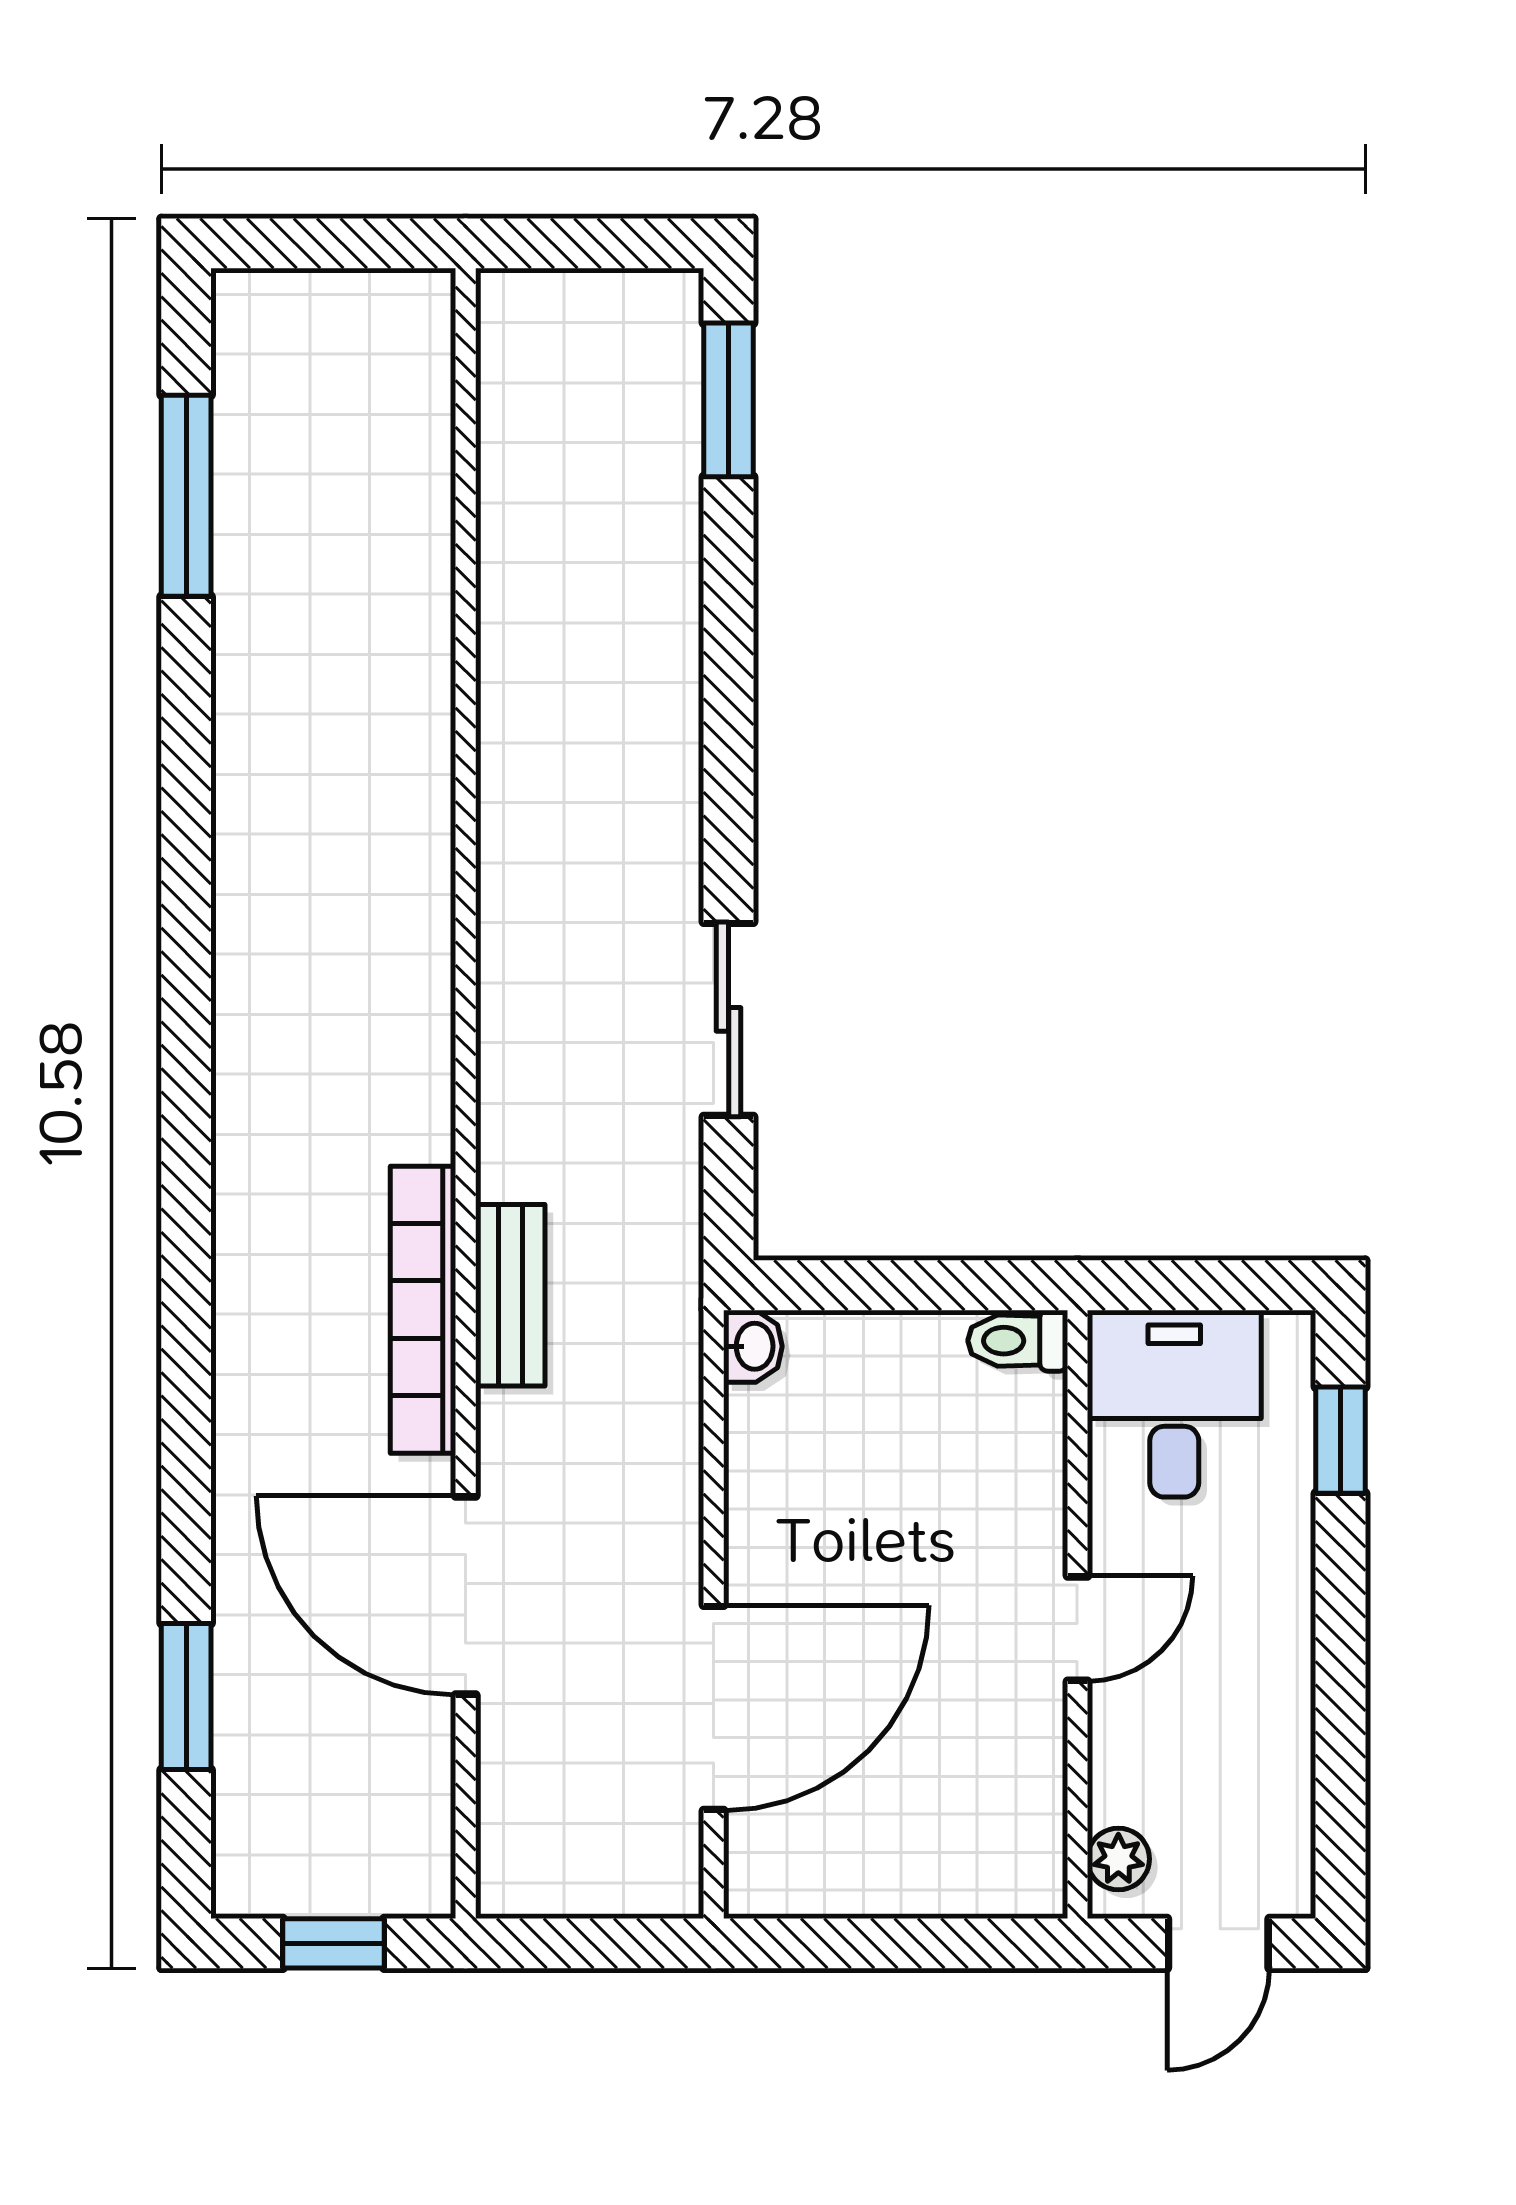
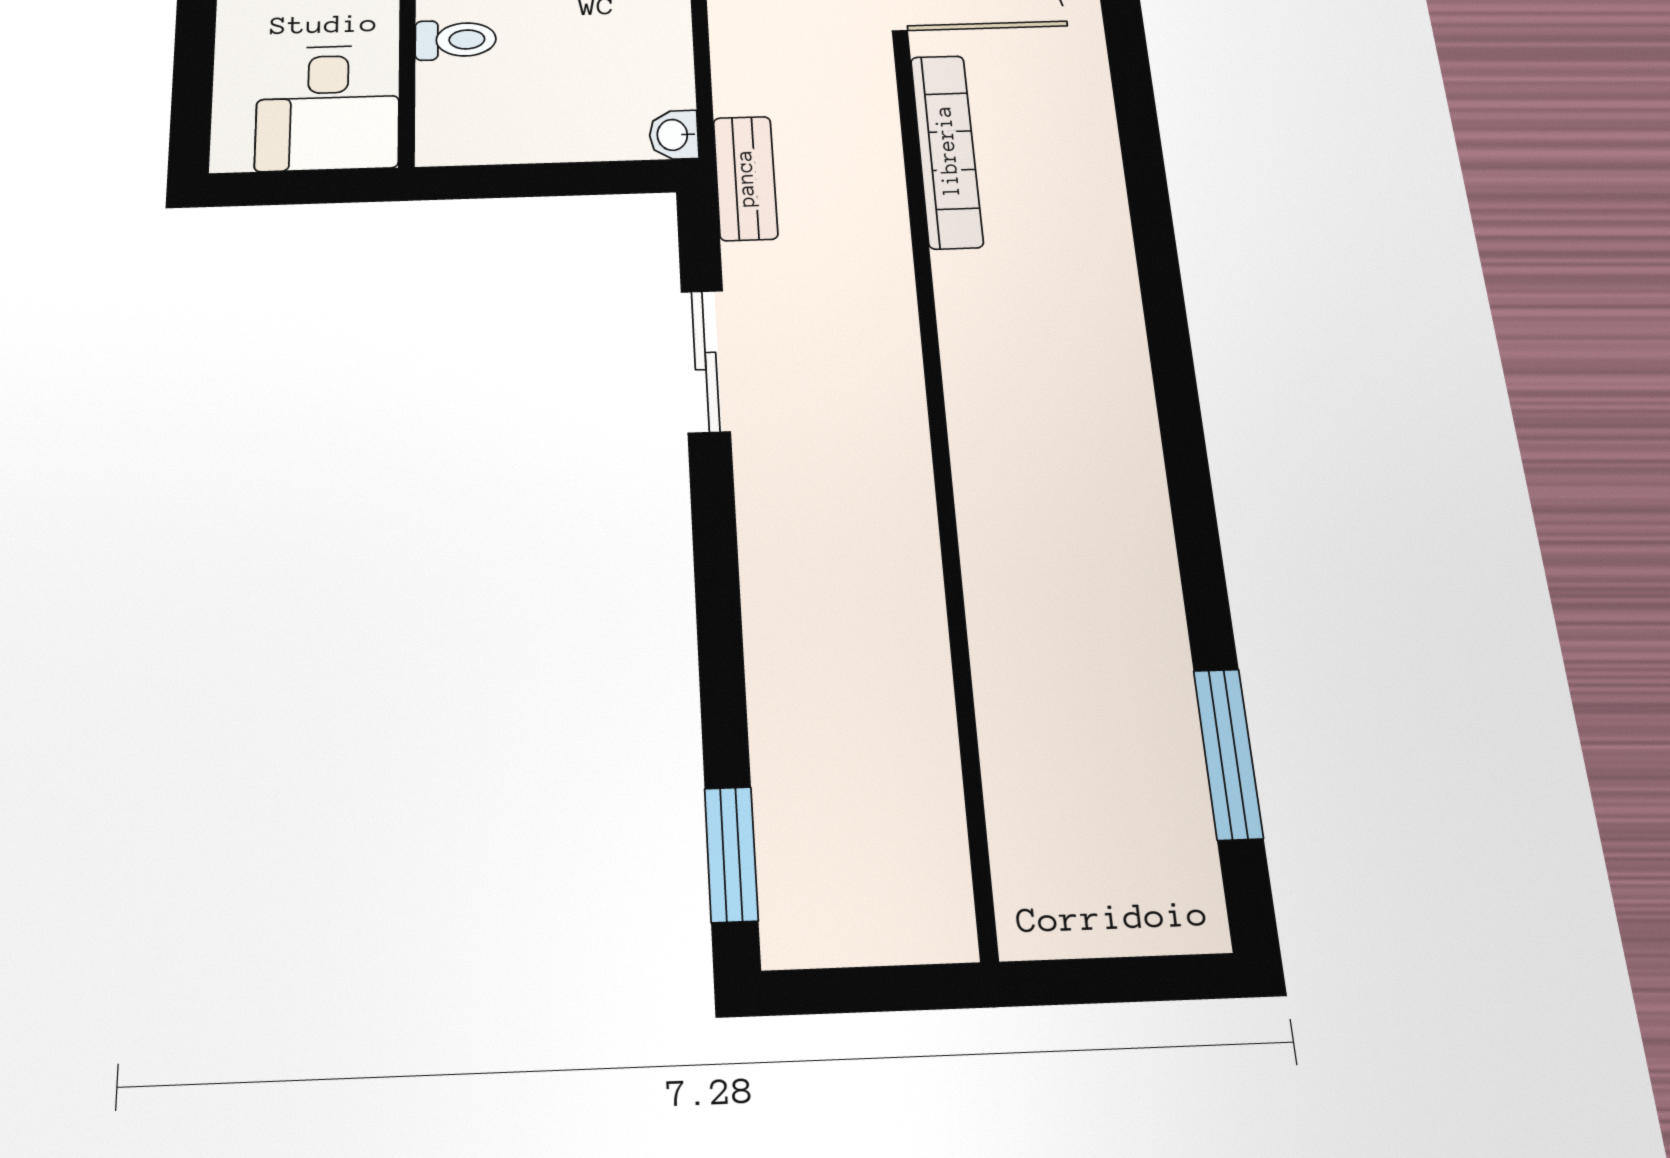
bench: (510, 1295) -> (745, 178), moved
toilet: (1018, 1341) -> (456, 40), moved
window: (1340, 1440) -> (192, 88), removed

